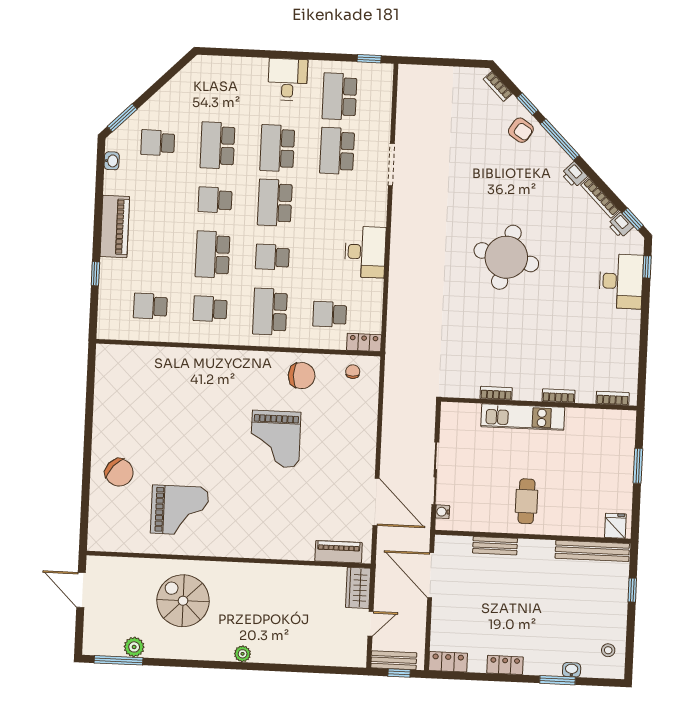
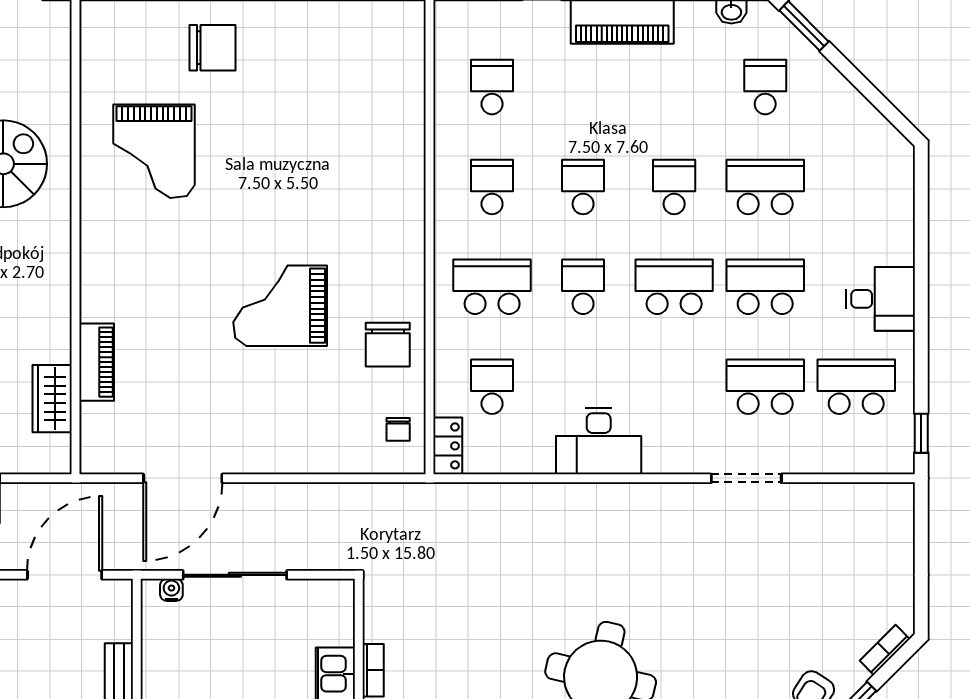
school desk: (213, 254) -> (583, 187), width x0.54
chair: (353, 372) -> (398, 429), turned 90
chair: (119, 472) -> (212, 48), turned -131
piano: (339, 552) -> (97, 362), moved
wardrobe: (358, 588) -> (52, 399), moved, turned -90

